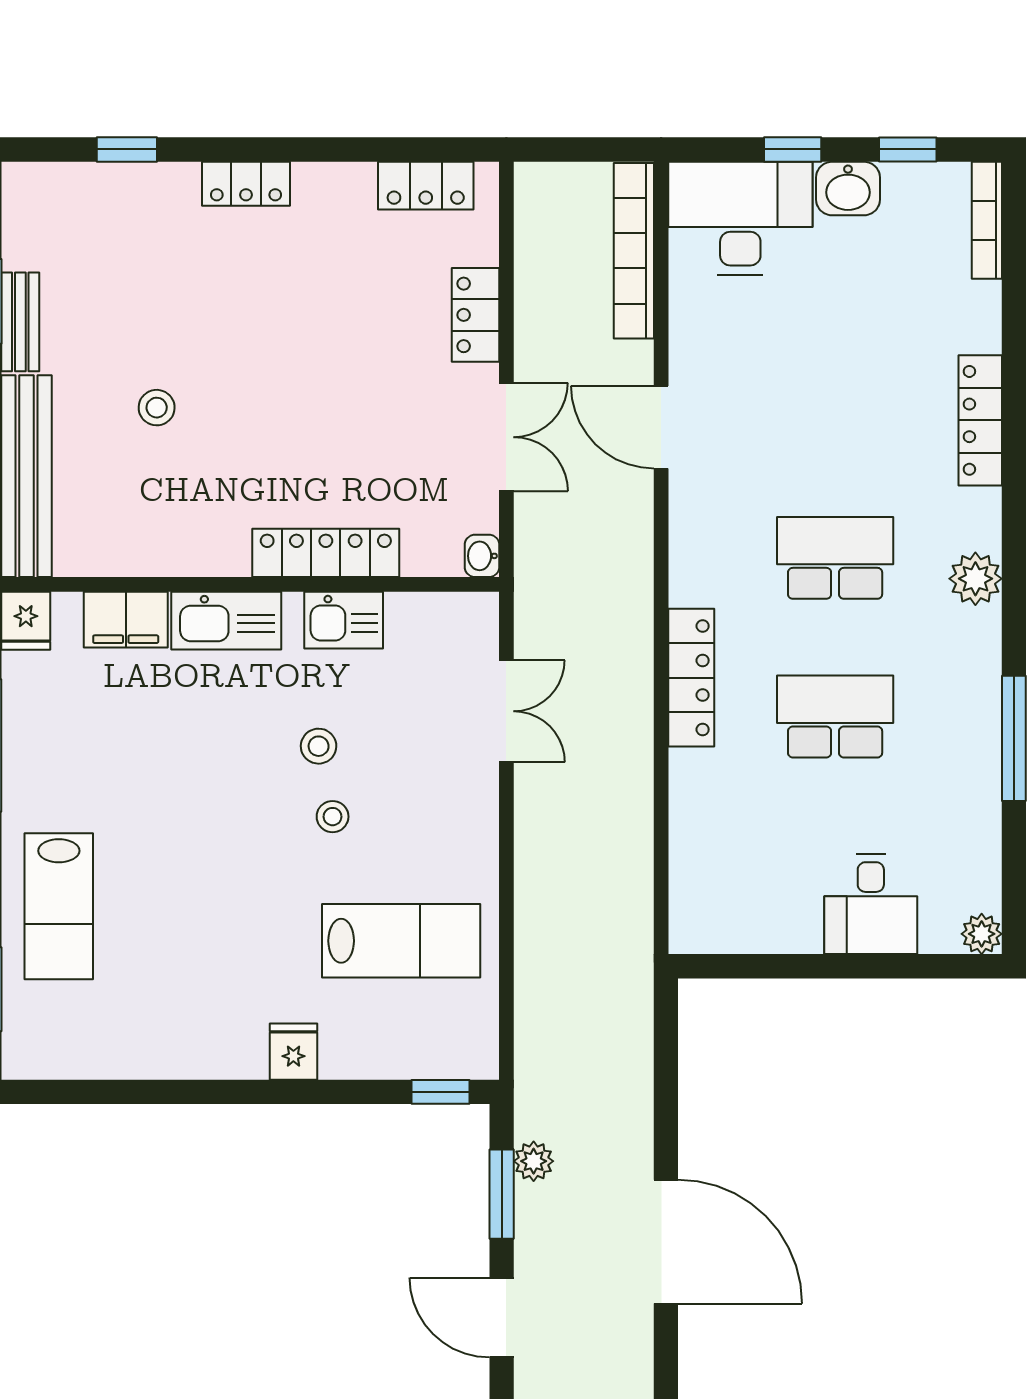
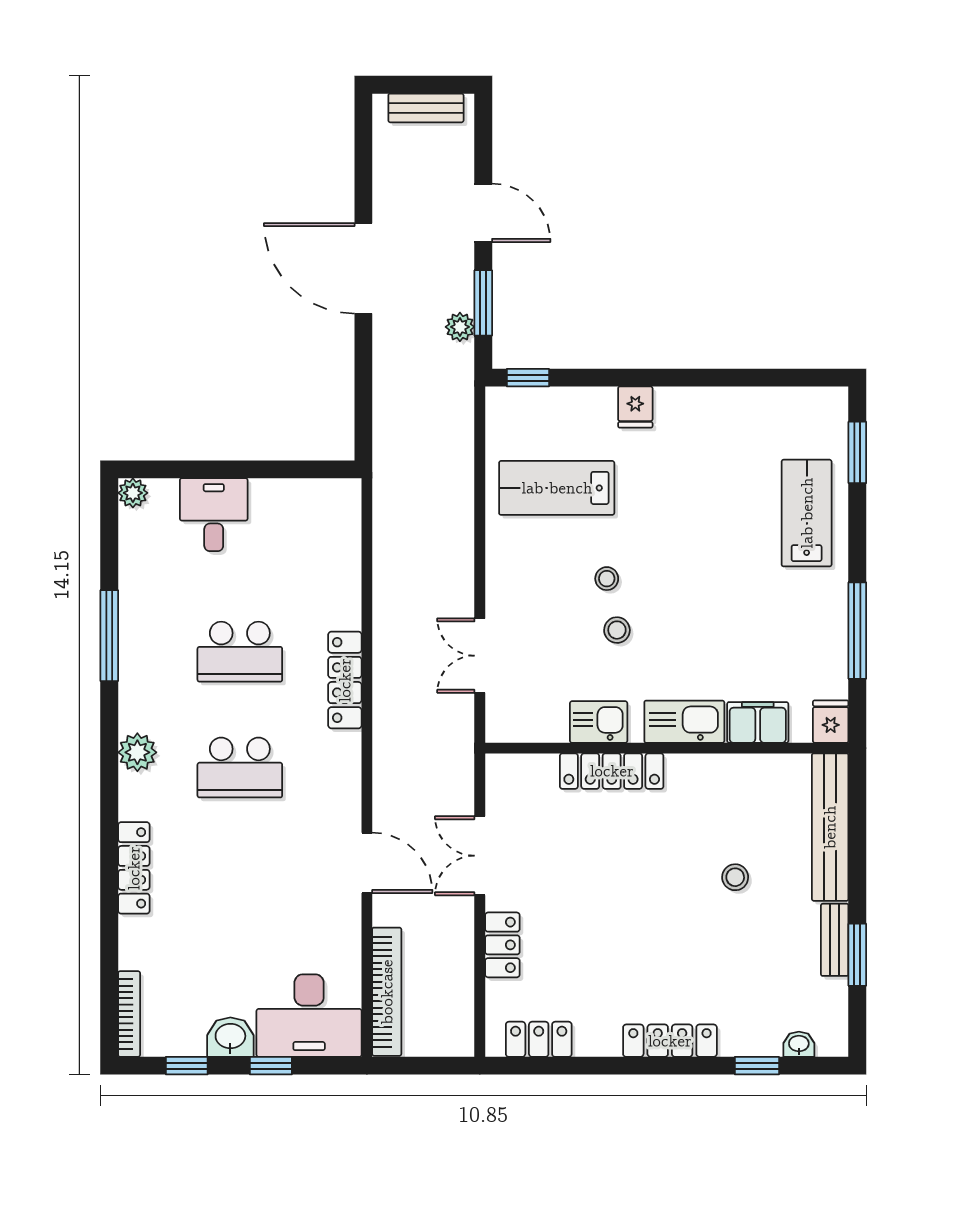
locker: (246, 184) -> (670, 1041), width x1.53
washbasin: (482, 556) -> (799, 1044), moved, turned -90

